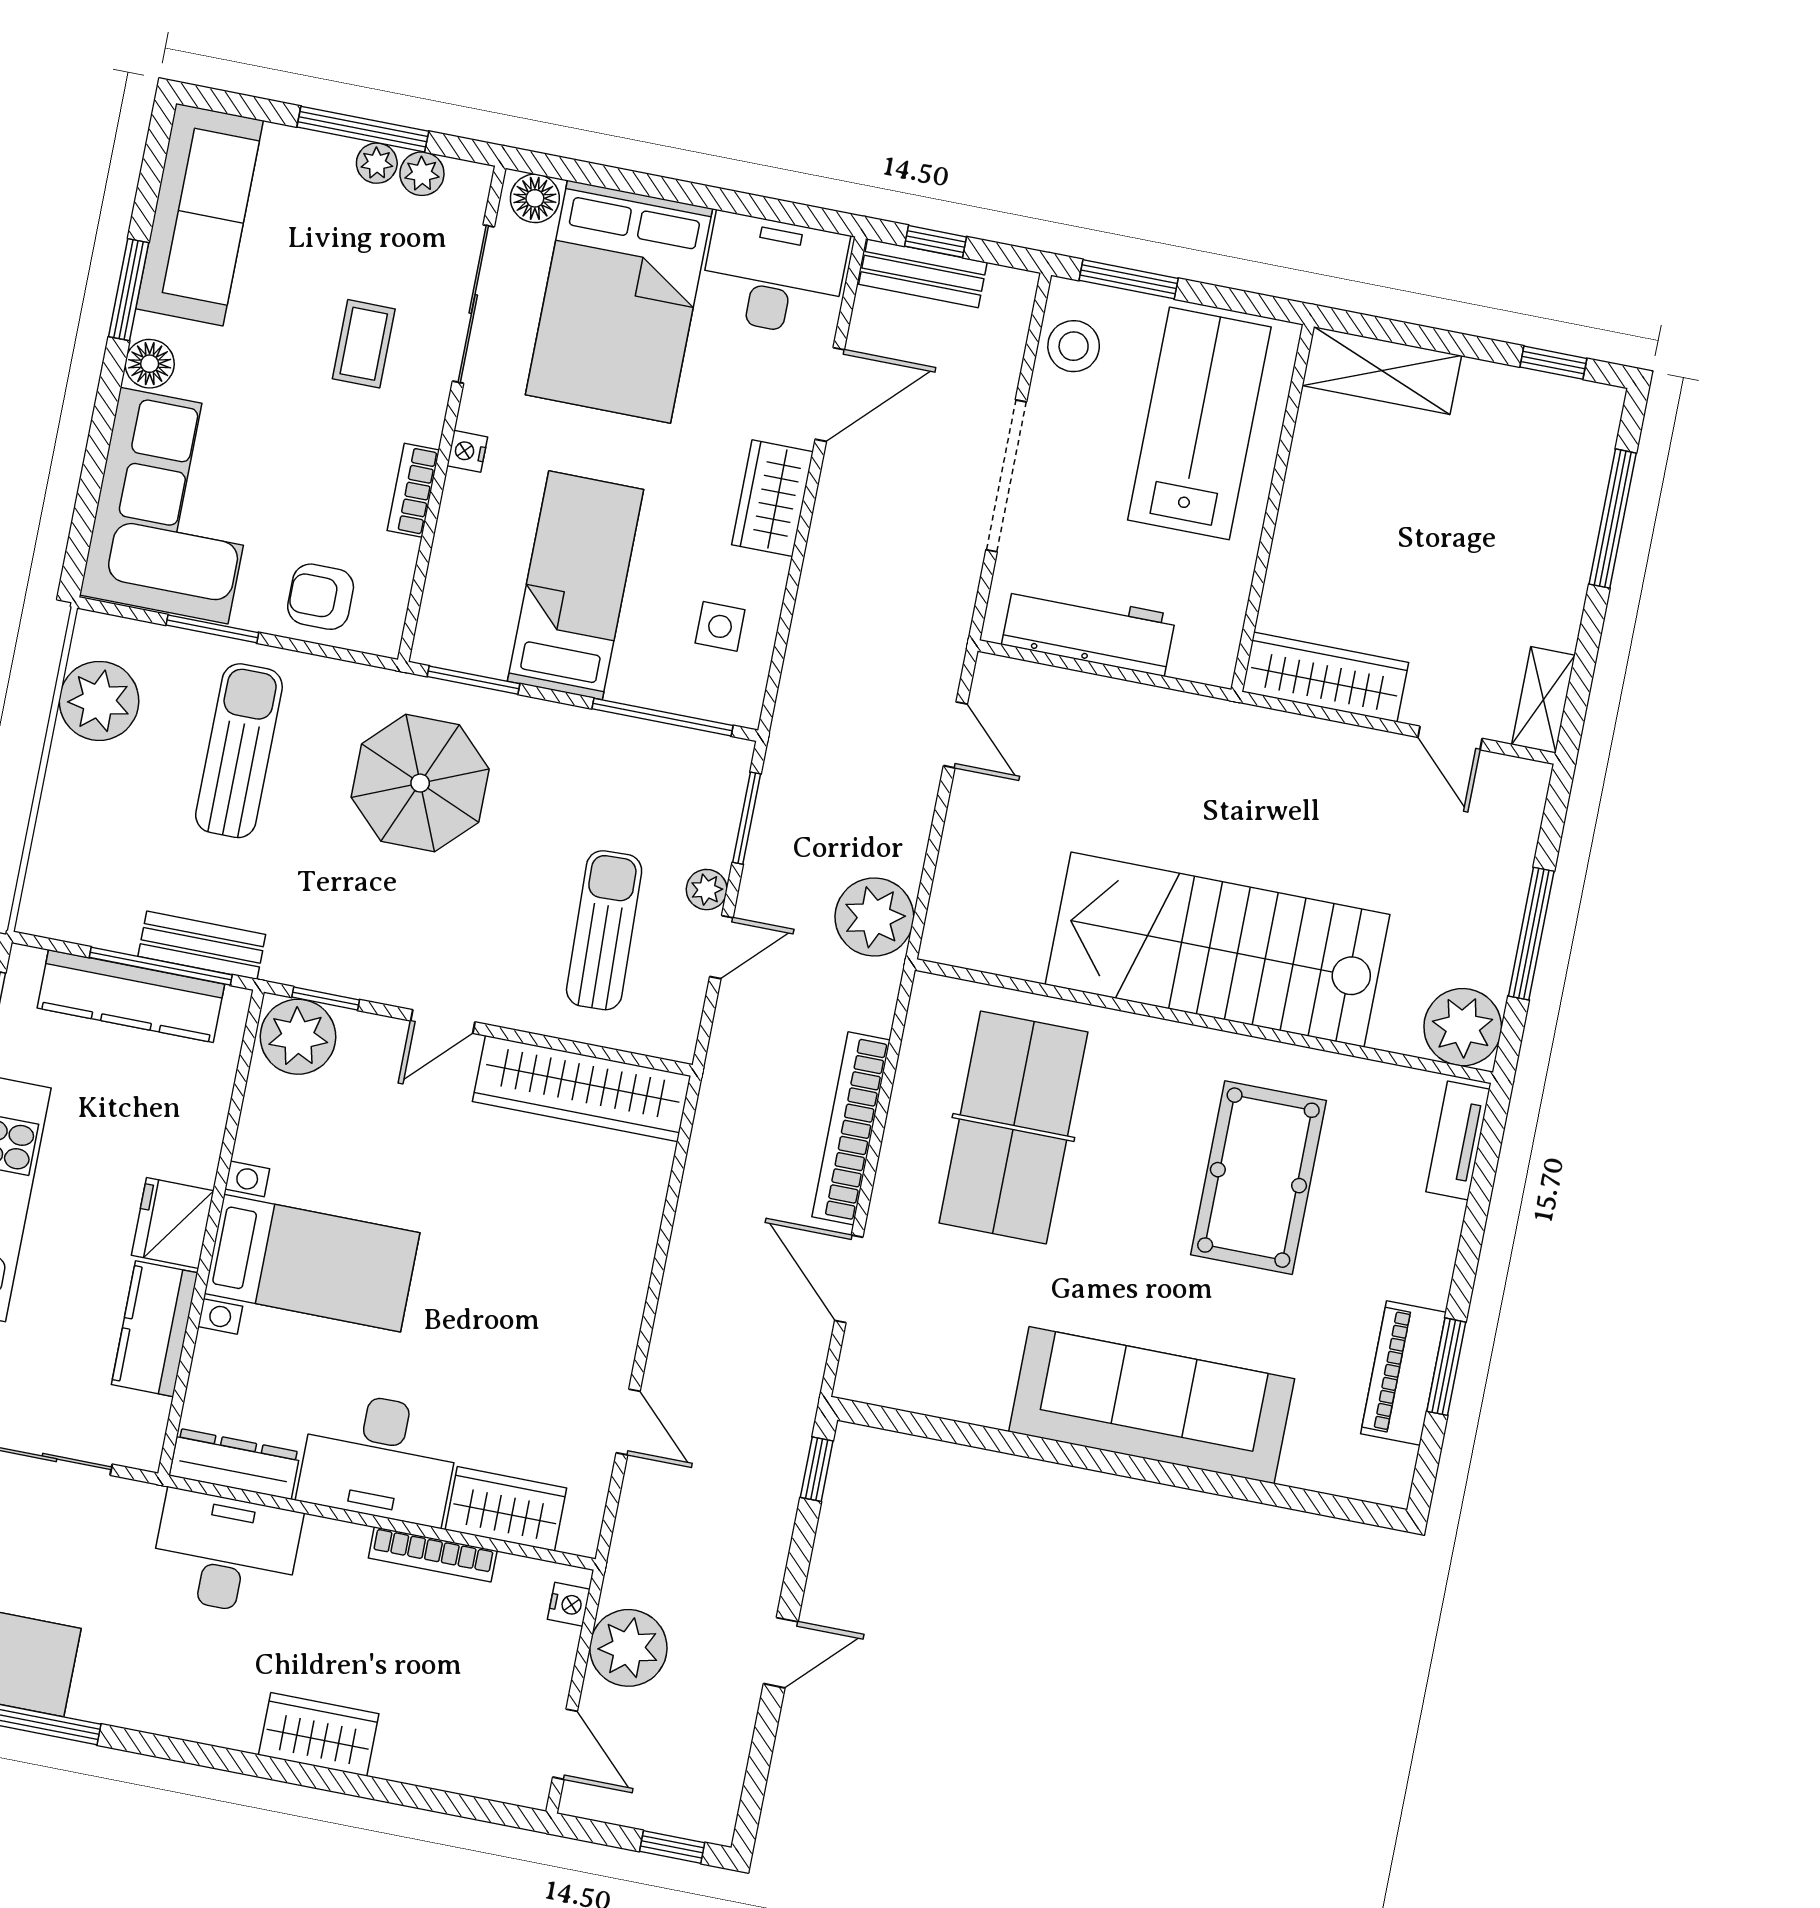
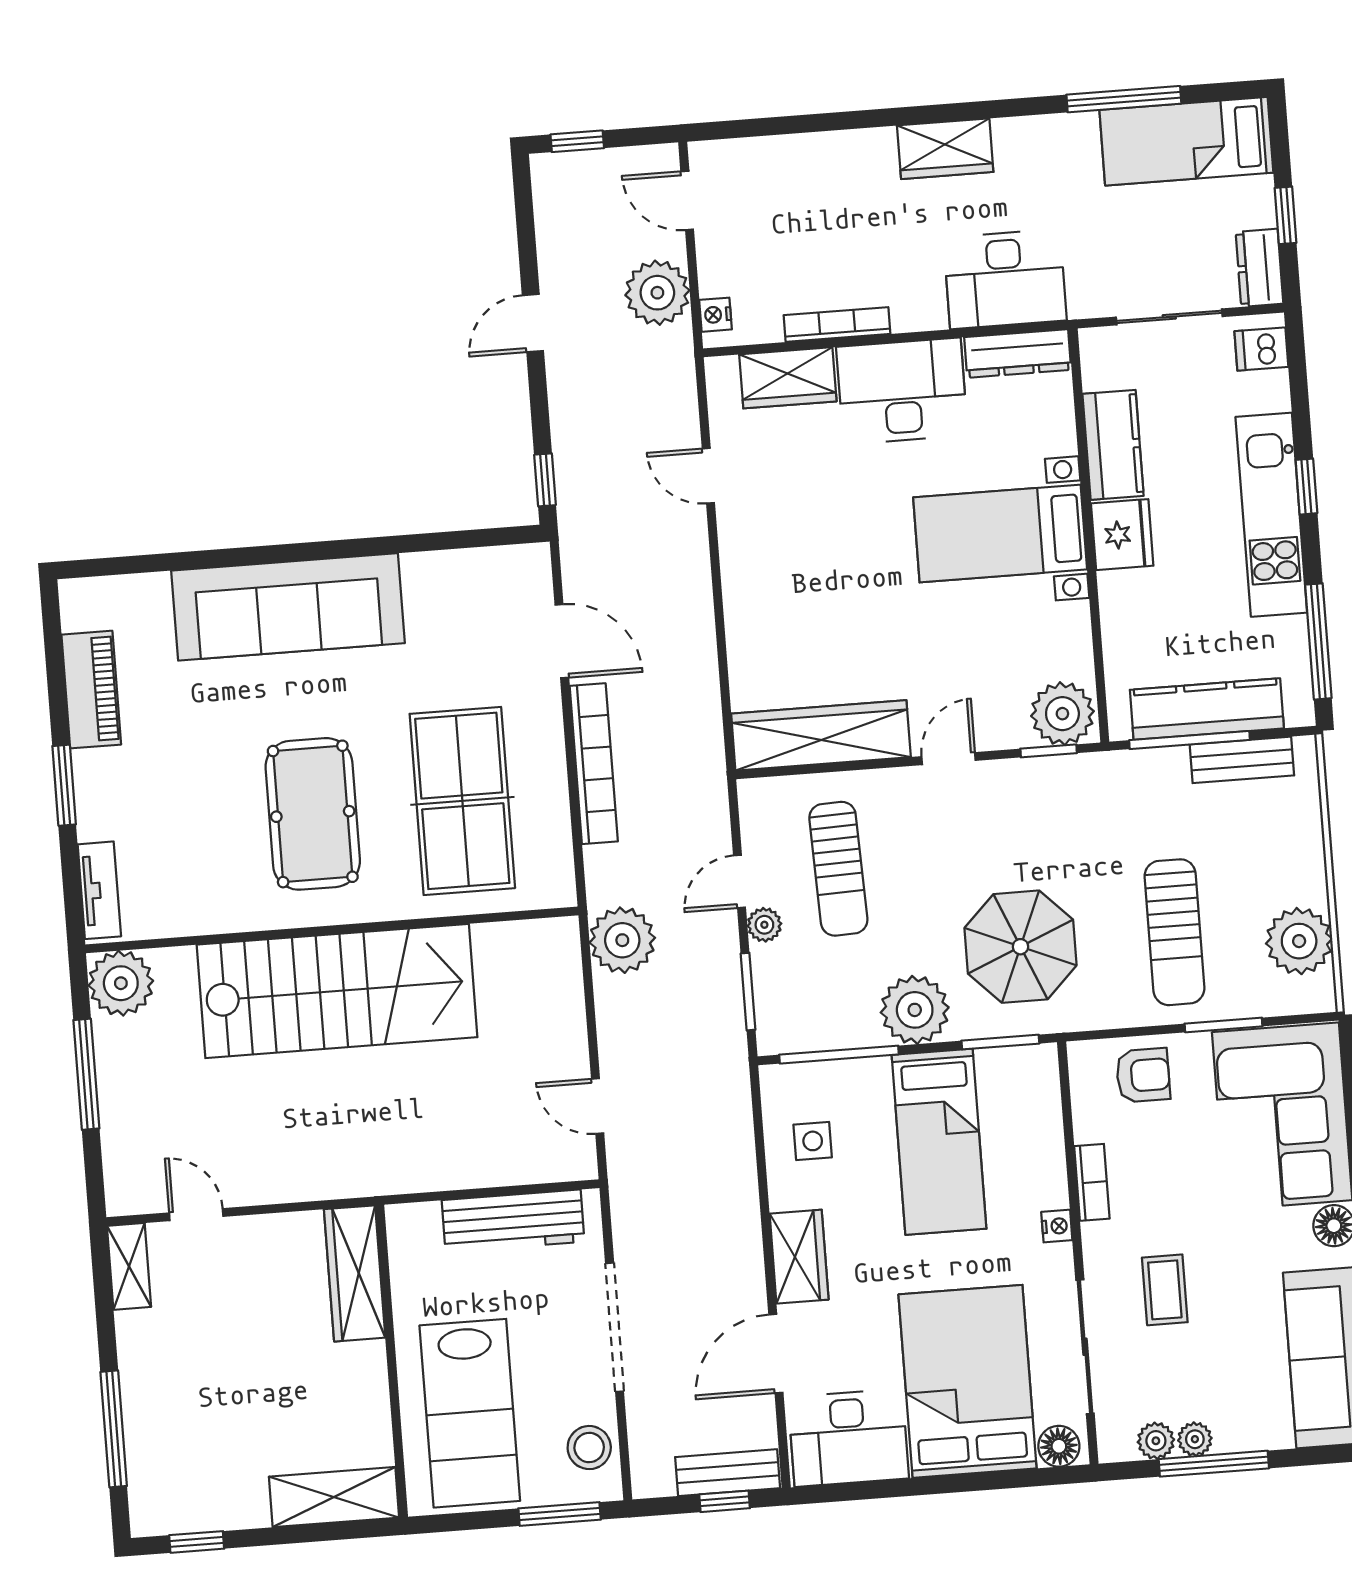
wardrobe: (1325, 677) -> (355, 1273), moved, turned 90
plant: (561, 744) -> (915, 1010), added
bench: (202, 945) -> (1242, 760), moved
pool table: (1258, 1178) -> (313, 814), moved
window: (1446, 1367) -> (64, 785), moved
wardrobe: (319, 1734) -> (945, 149), moved

